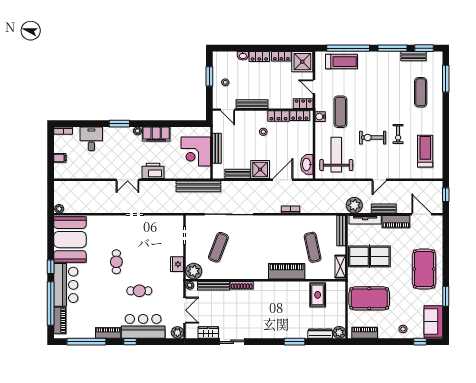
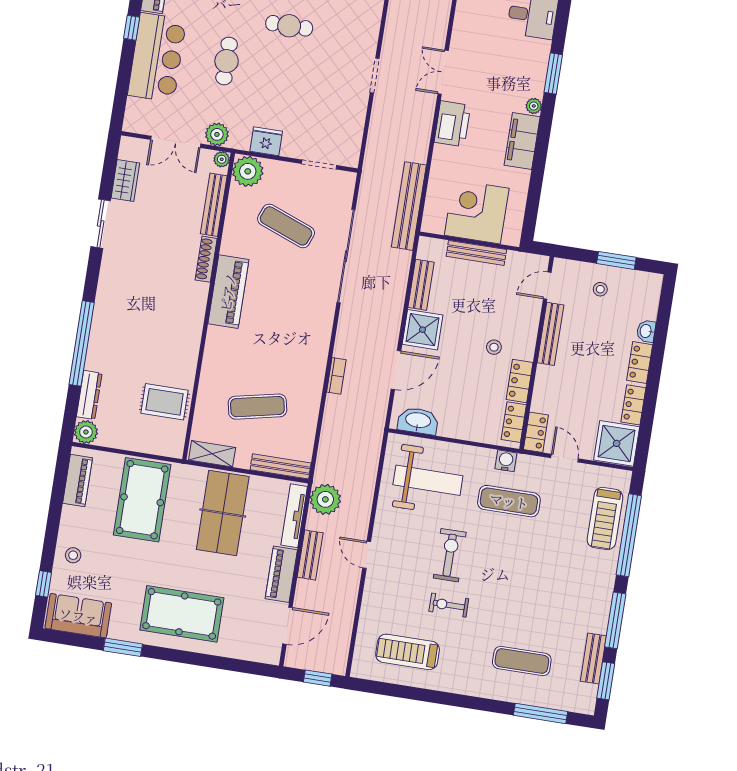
door: (314, 87) -> (565, 458), hinge flipped
treadmill: (425, 151) -> (408, 652), turned 180
door: (283, 180) -> (396, 370), hinge flipped
piano: (287, 271) -> (228, 292), moved
plant: (177, 332) -> (217, 134), moved
window: (295, 342) -> (82, 343), width x2.11

